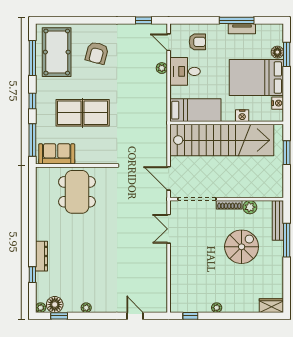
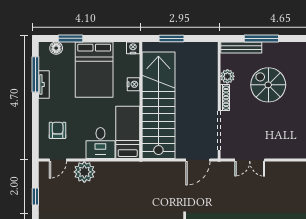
window: (143, 20) -> (35, 197), moved
window: (237, 20) -> (35, 74), moved
floor lamp: (277, 52) -> (56, 48), moved
plant: (162, 68) -> (84, 172), width x1.87, depth x1.87
desk: (185, 71) -> (100, 143), moved
nightstand: (278, 103) -> (133, 48), moved

